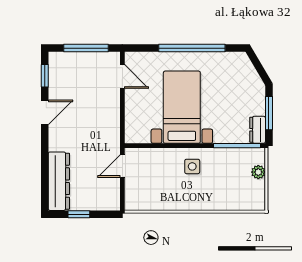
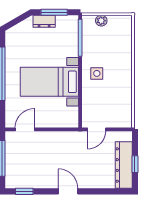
door: (45, 112) -> (68, 191), moved
dresser: (258, 130) -> (44, 21), moved
door: (122, 166) -> (97, 129), hinge flipped
dresser: (59, 181) -> (124, 165), moved, turned -90

